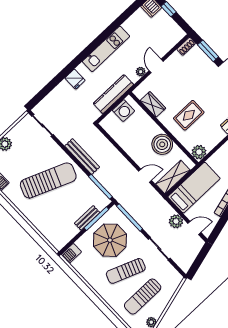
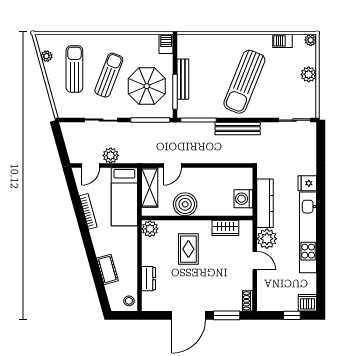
kitchen unit: (106, 49) -> (308, 232), width x1.36
plant: (141, 72) -> (267, 239), width x1.88, depth x1.88
bench: (87, 218) -> (183, 79), width x1.36

